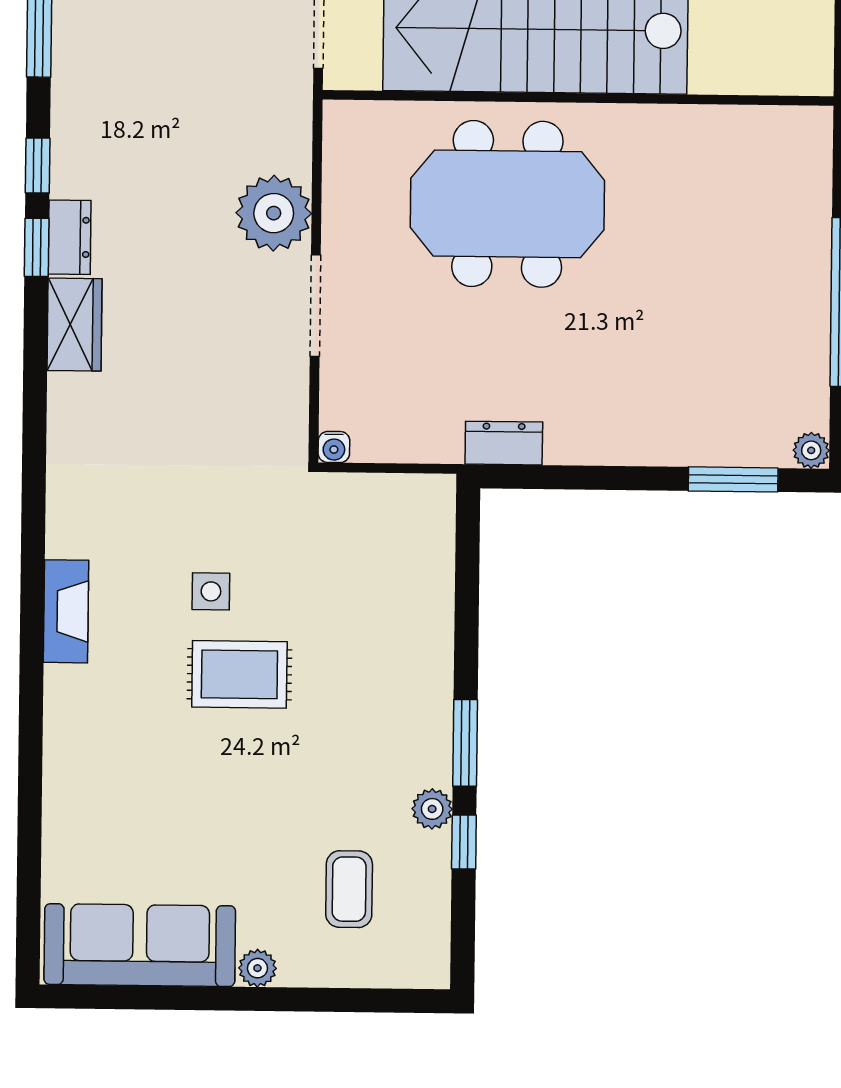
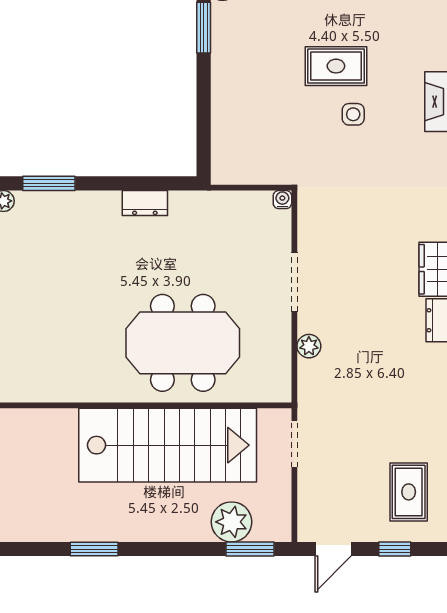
plant: (274, 213) -> (309, 346), width x0.53, depth x0.53
dresser: (504, 443) -> (145, 203), moved

